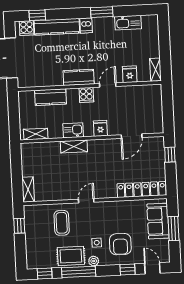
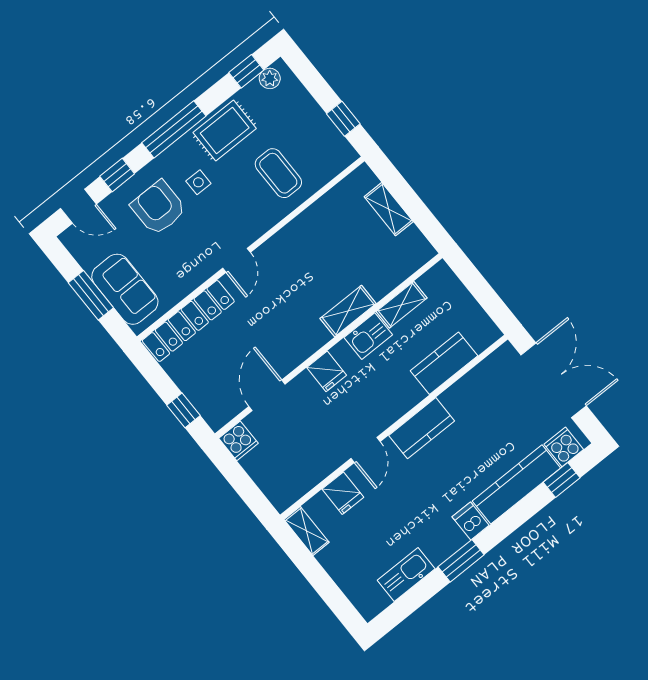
cooker: (86, 95) -> (238, 441), moved, turned 180
shelving: (36, 134) -> (402, 305), moved
shelving: (28, 189) -> (389, 209), moved
door: (86, 201) -> (237, 260), moved
plant: (94, 261) -> (270, 78), moved
window: (79, 272) -> (174, 129), moved

